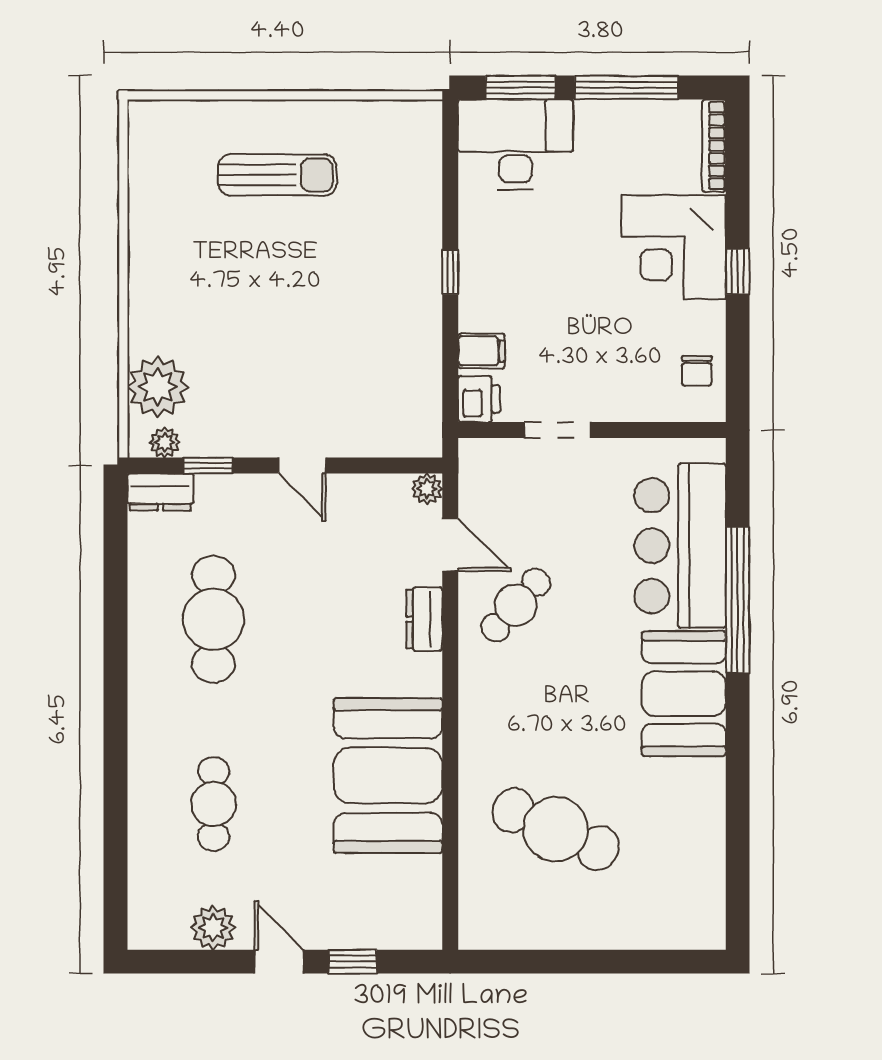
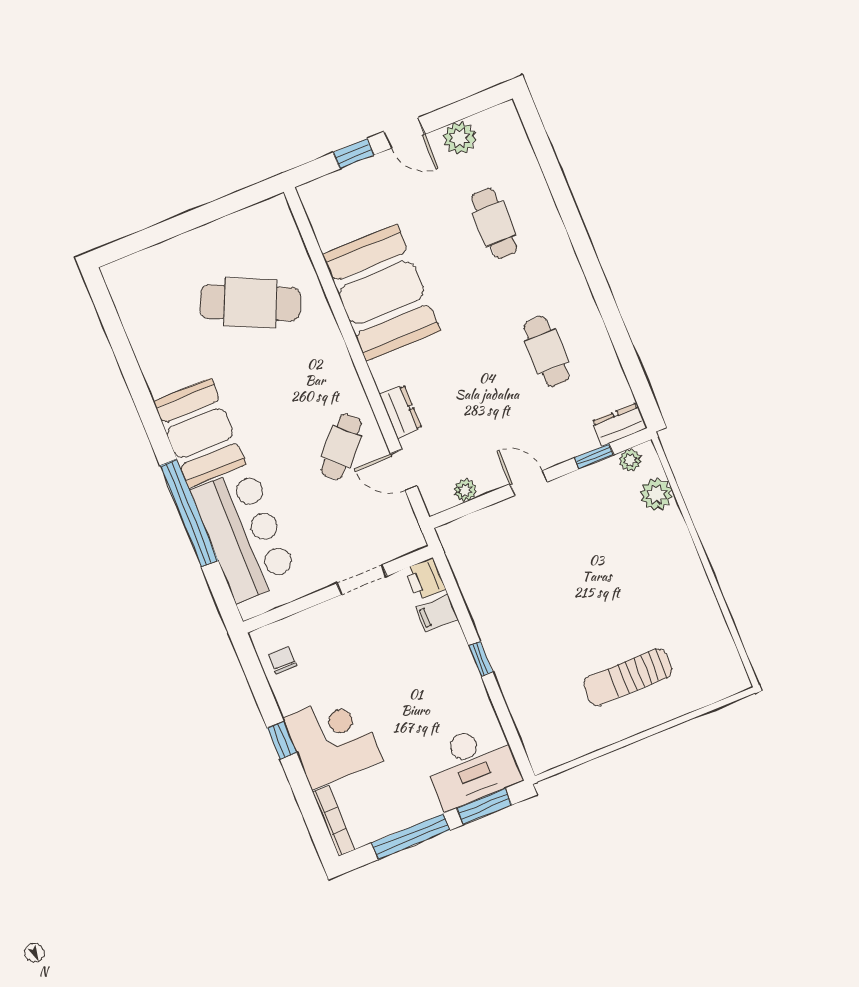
plant: (158, 387) -> (656, 494), width x0.73, depth x0.73
plant: (427, 489) -> (465, 490), moved
cafe table: (214, 619) -> (546, 351), width x0.73, depth x0.74

